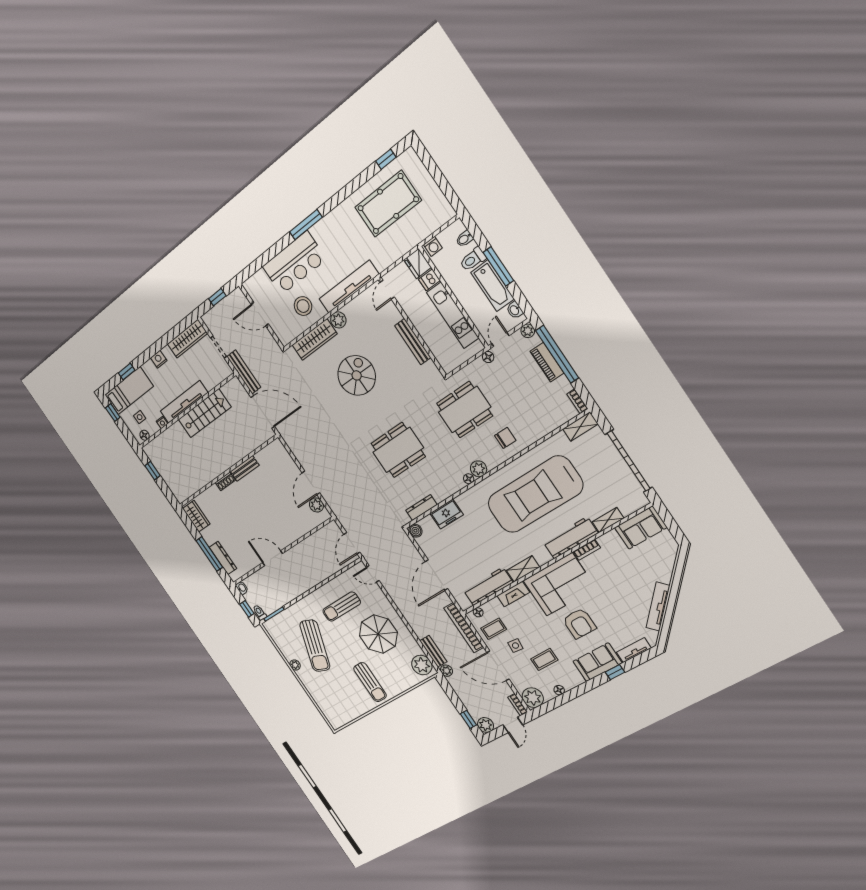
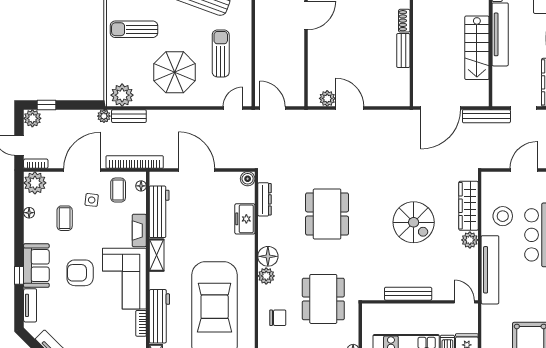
chair: (505, 438) -> (278, 318), turned -90
floor lamp: (469, 479) -> (268, 256), width x1.89, depth x1.89

